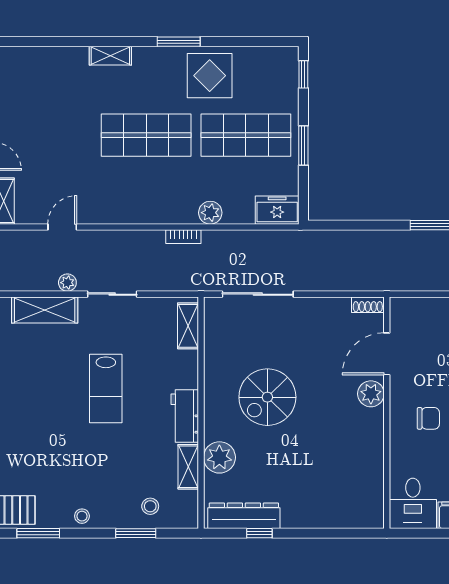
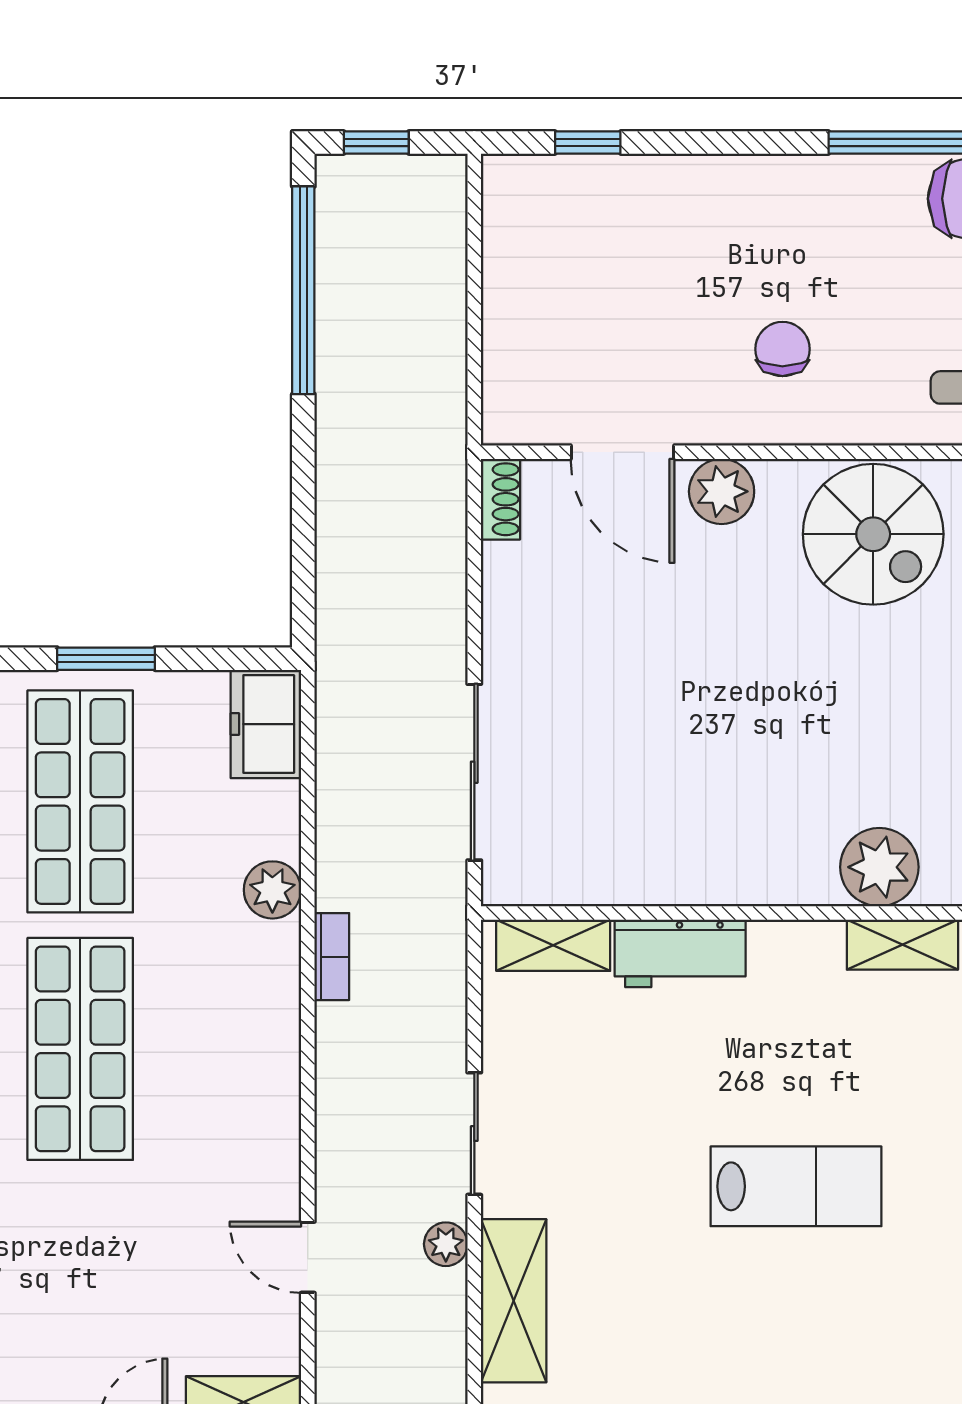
lab bench: (106, 388) -> (796, 1186), moved
spiral stairs: (267, 397) -> (873, 534), moved
workbench: (185, 416) -> (680, 953), moved

